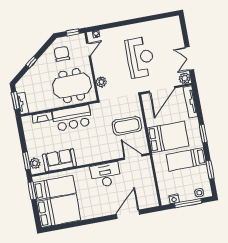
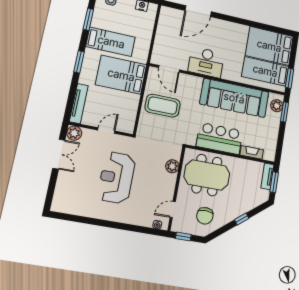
door: (162, 90) -> (106, 131), width x0.53
sofa: (59, 160) -> (234, 98), width x1.85, depth x1.27

